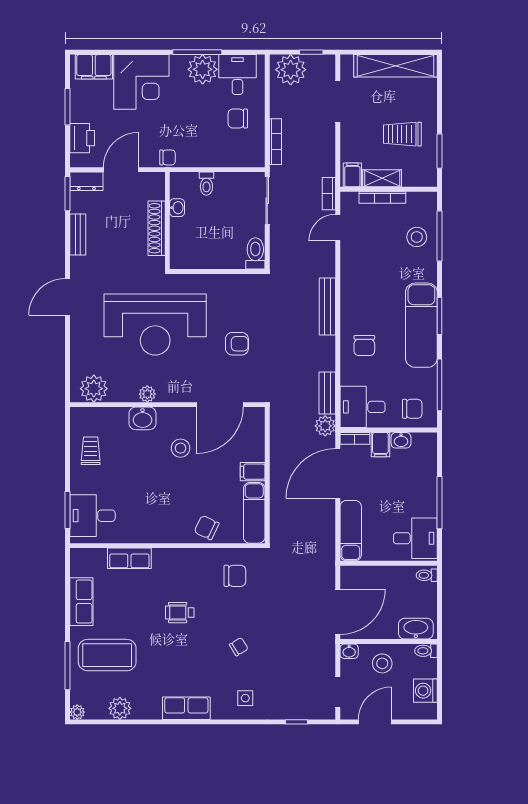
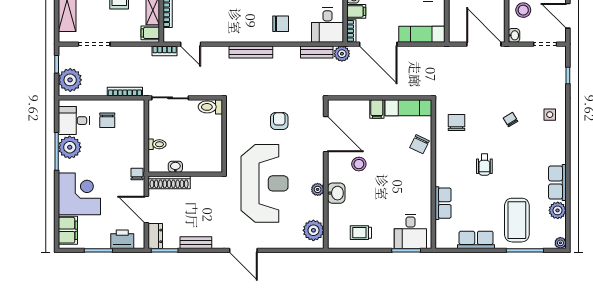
shoe rack: (157, 228) -> (169, 182), moved
row of seats: (186, 708) -> (557, 182), moved

